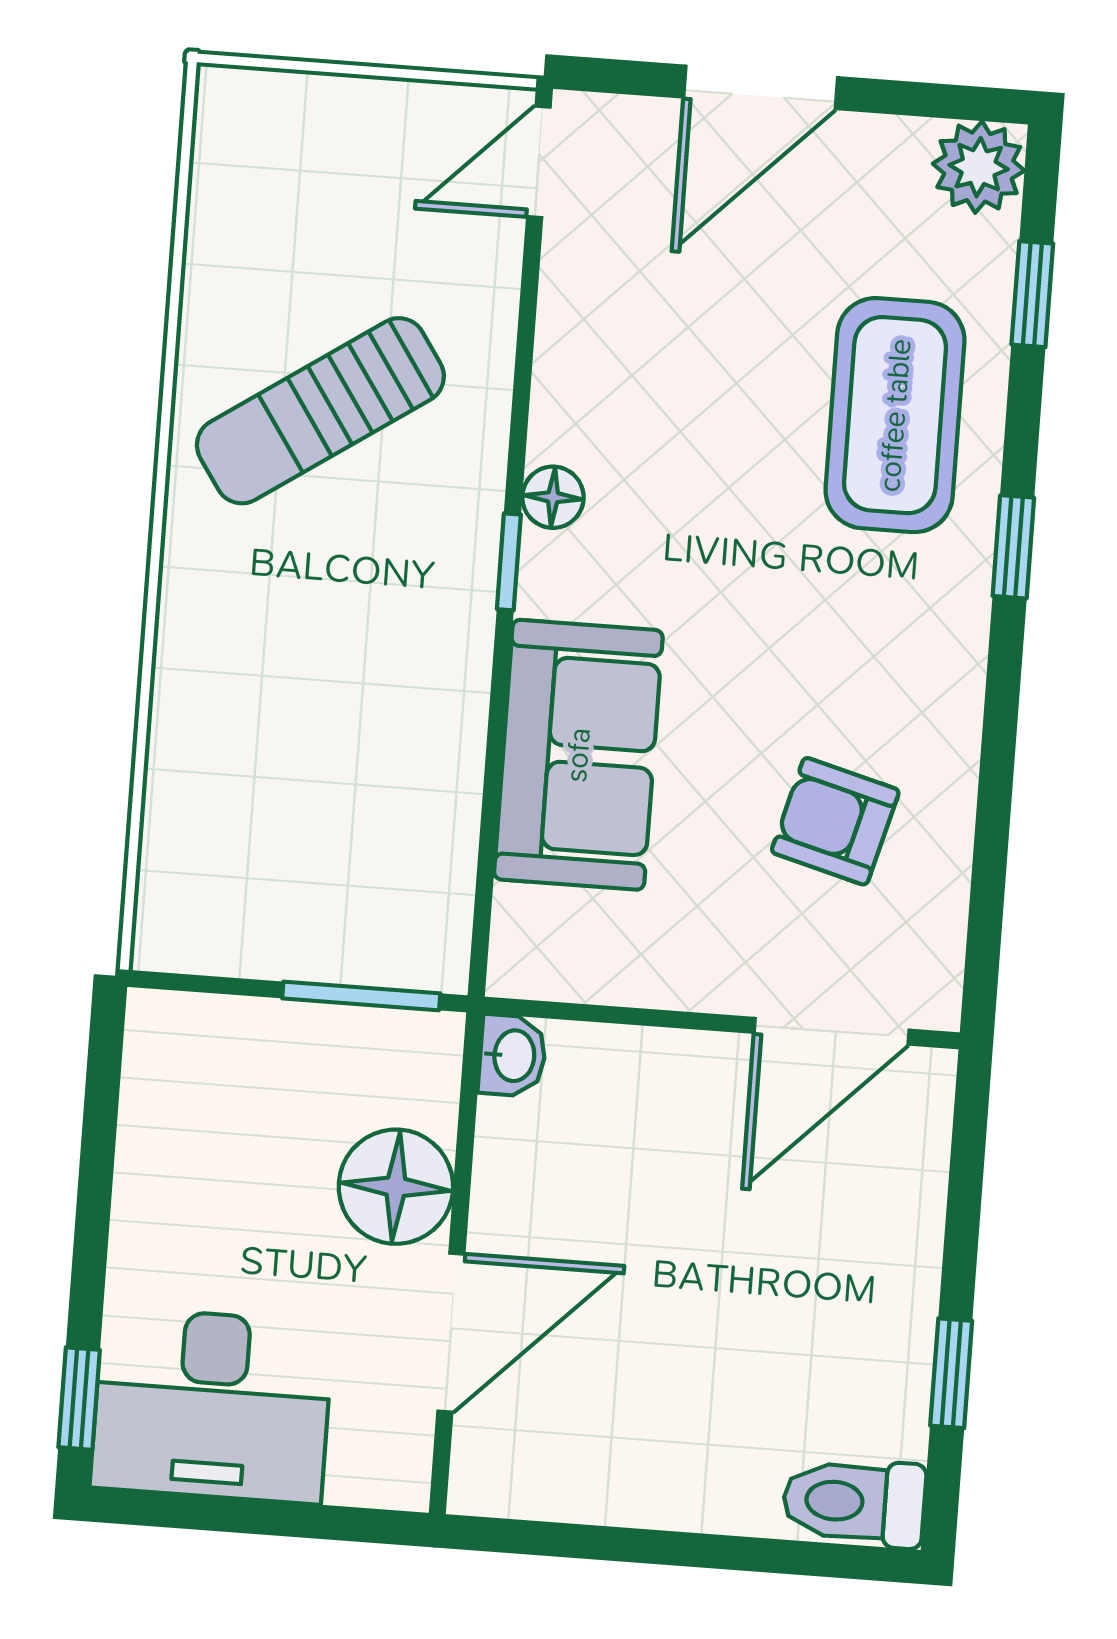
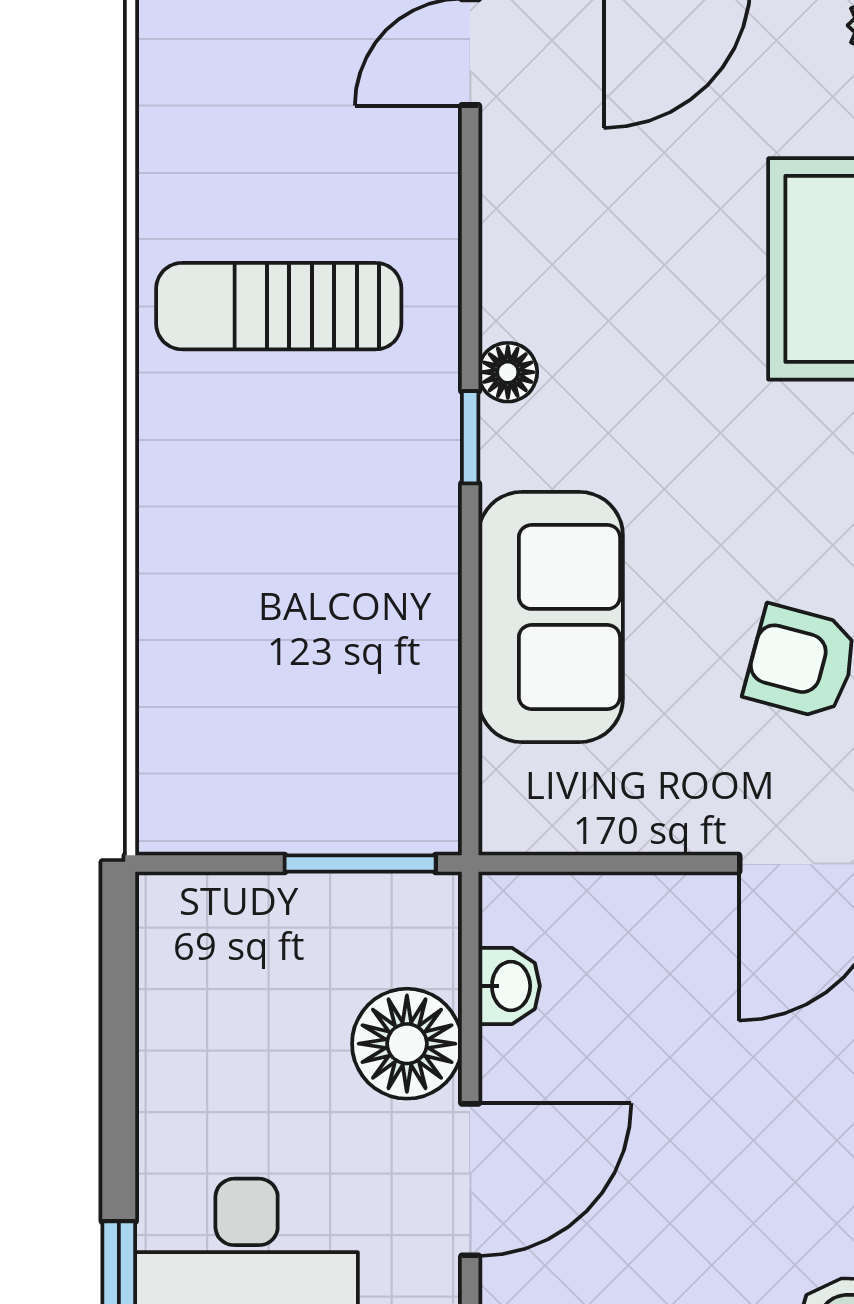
sun lounger: (320, 411) -> (279, 306), turned 34
washbasin: (512, 1056) -> (509, 986), moved

